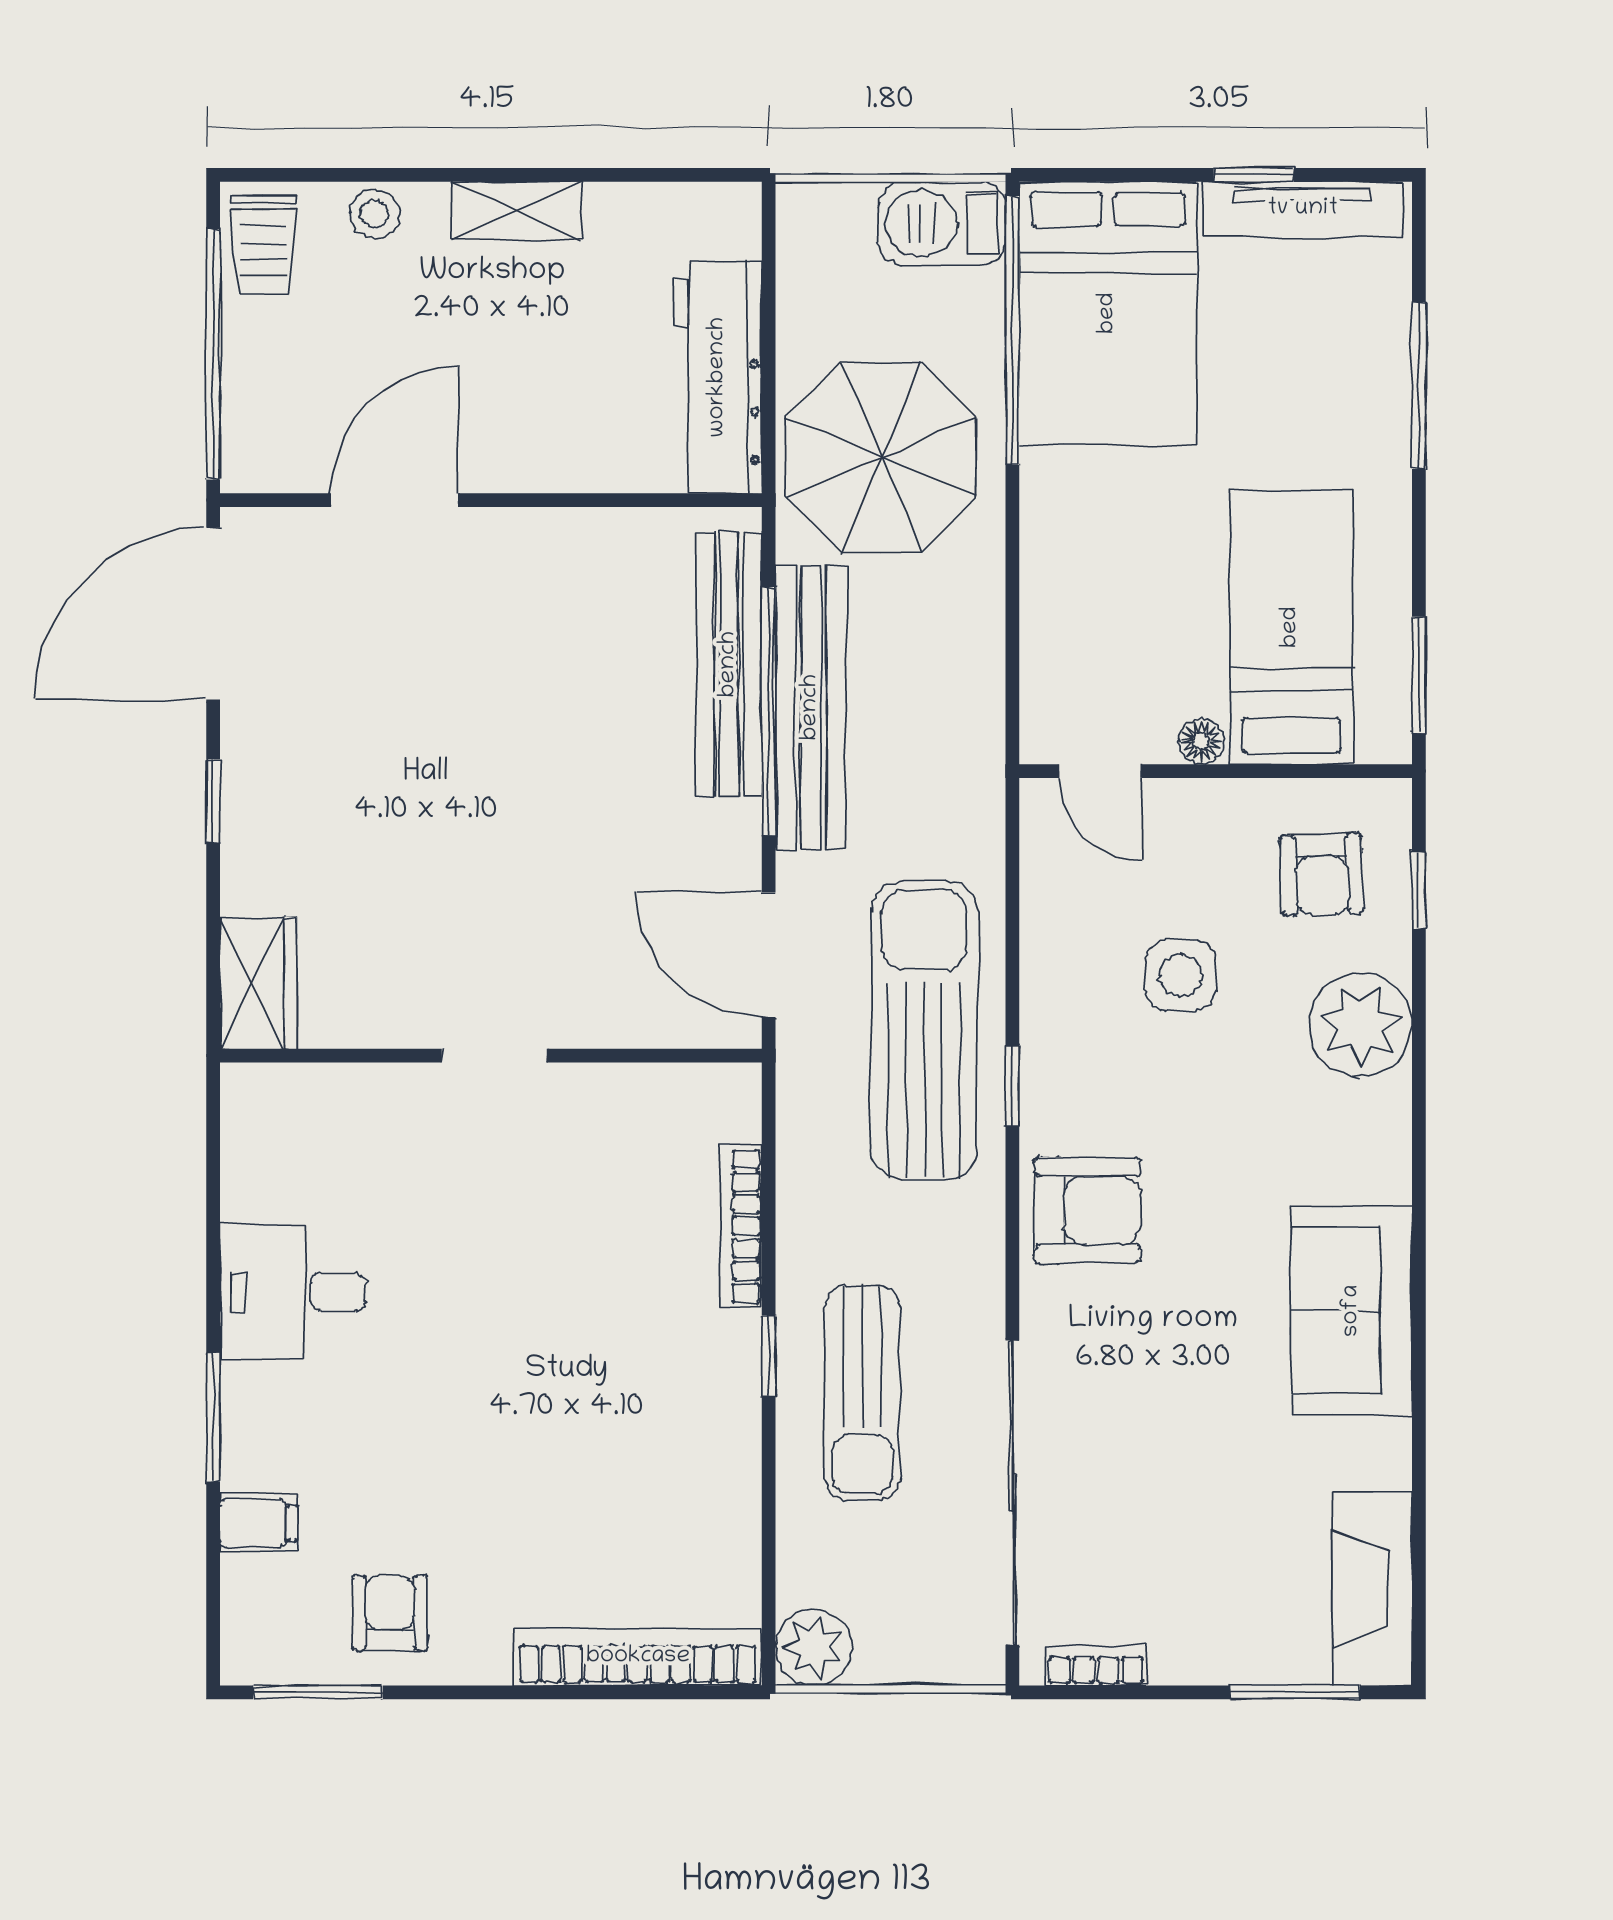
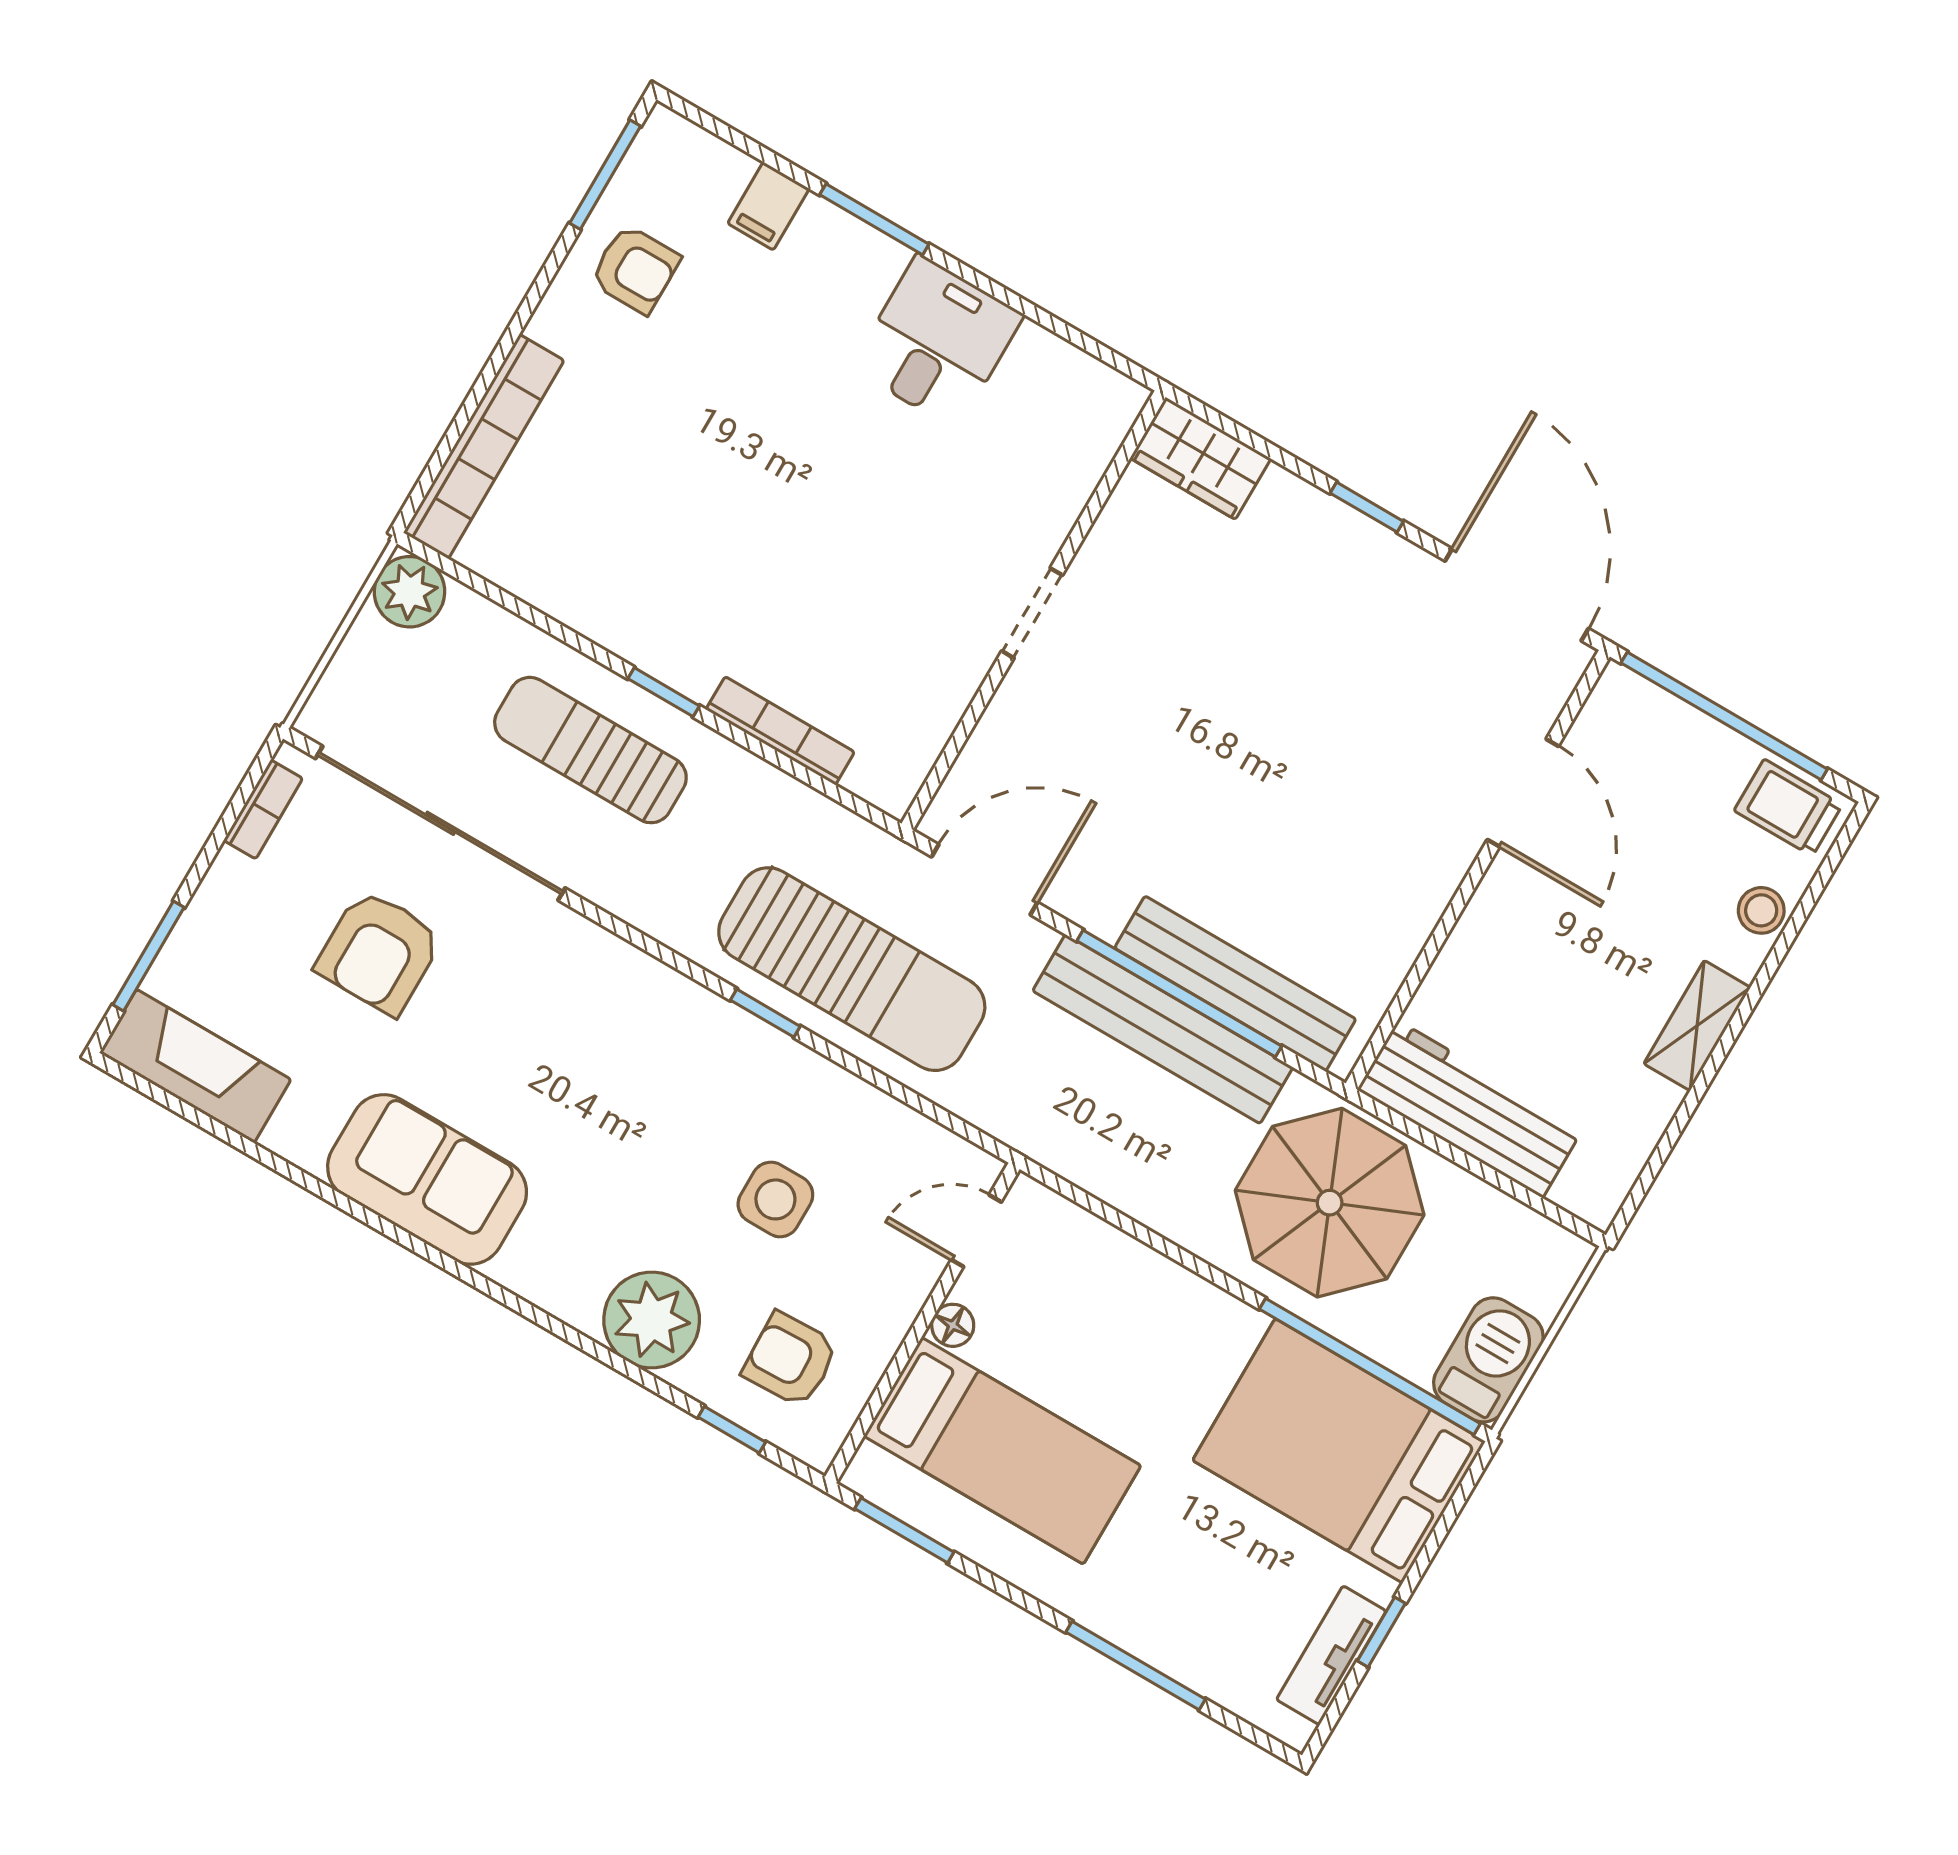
tv unit: (1303, 209) -> (1331, 1655), width x0.71
armchair: (1088, 1210) -> (379, 952), moved

